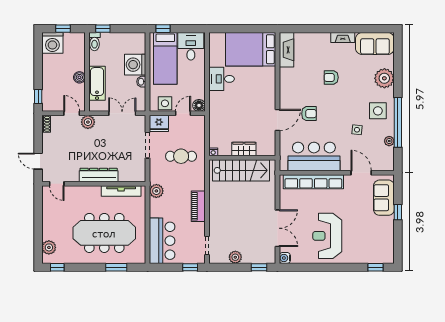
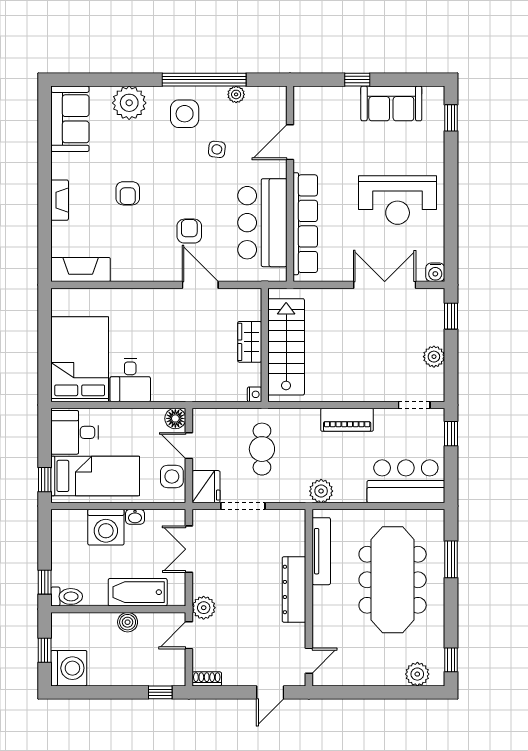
fireplace: (343, 37) -> (60, 200), moved
bed: (251, 49) -> (80, 359), moved, turned 180
sofa: (384, 198) -> (391, 103), moved

